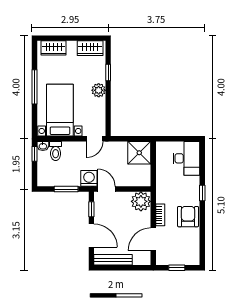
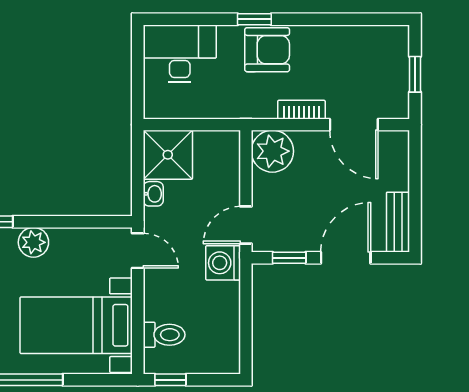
washbasin: (43, 146) -> (153, 194), moved
window: (66, 189) -> (246, 312), removed
armchair: (188, 217) -> (267, 50), moved, turned 180
bench: (113, 260) -> (398, 222), width x0.73

